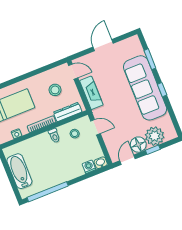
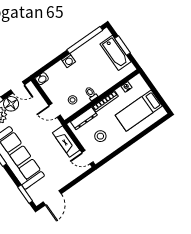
door: (103, 45) -> (52, 198), moved
window: (150, 59) -> (25, 194), moved
door: (128, 160) -> (18, 87), hinge flipped
washing machine: (89, 167) -> (68, 61), moved
window: (10, 177) -> (123, 46), added

